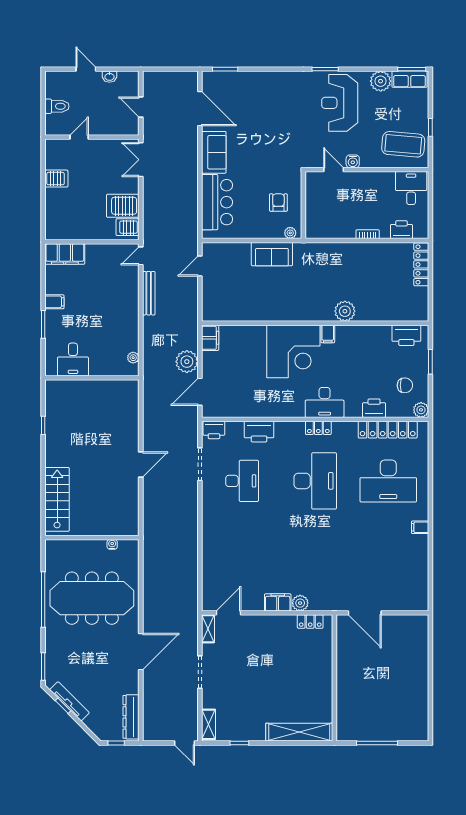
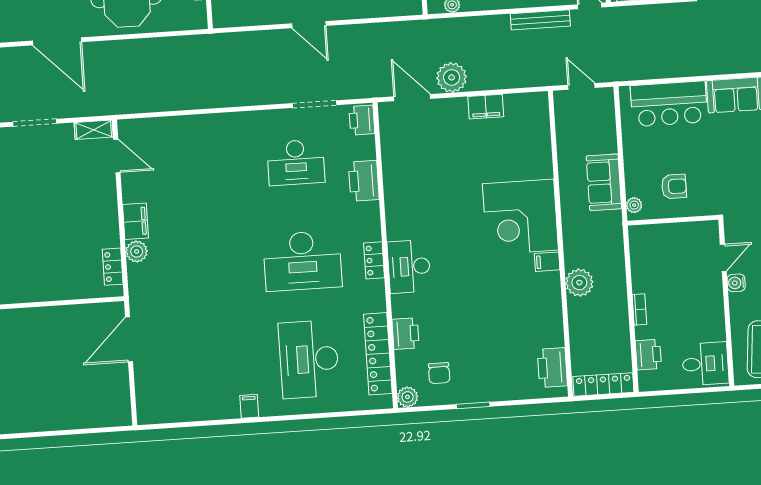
plant: (345, 311) -> (579, 283), moved
wall: (315, 323) -> (560, 244), moved
filing cabinet: (328, 334) -> (547, 262), moved
printer: (406, 335) -> (552, 368), moved
corner desk: (293, 351) -> (520, 217), moved

